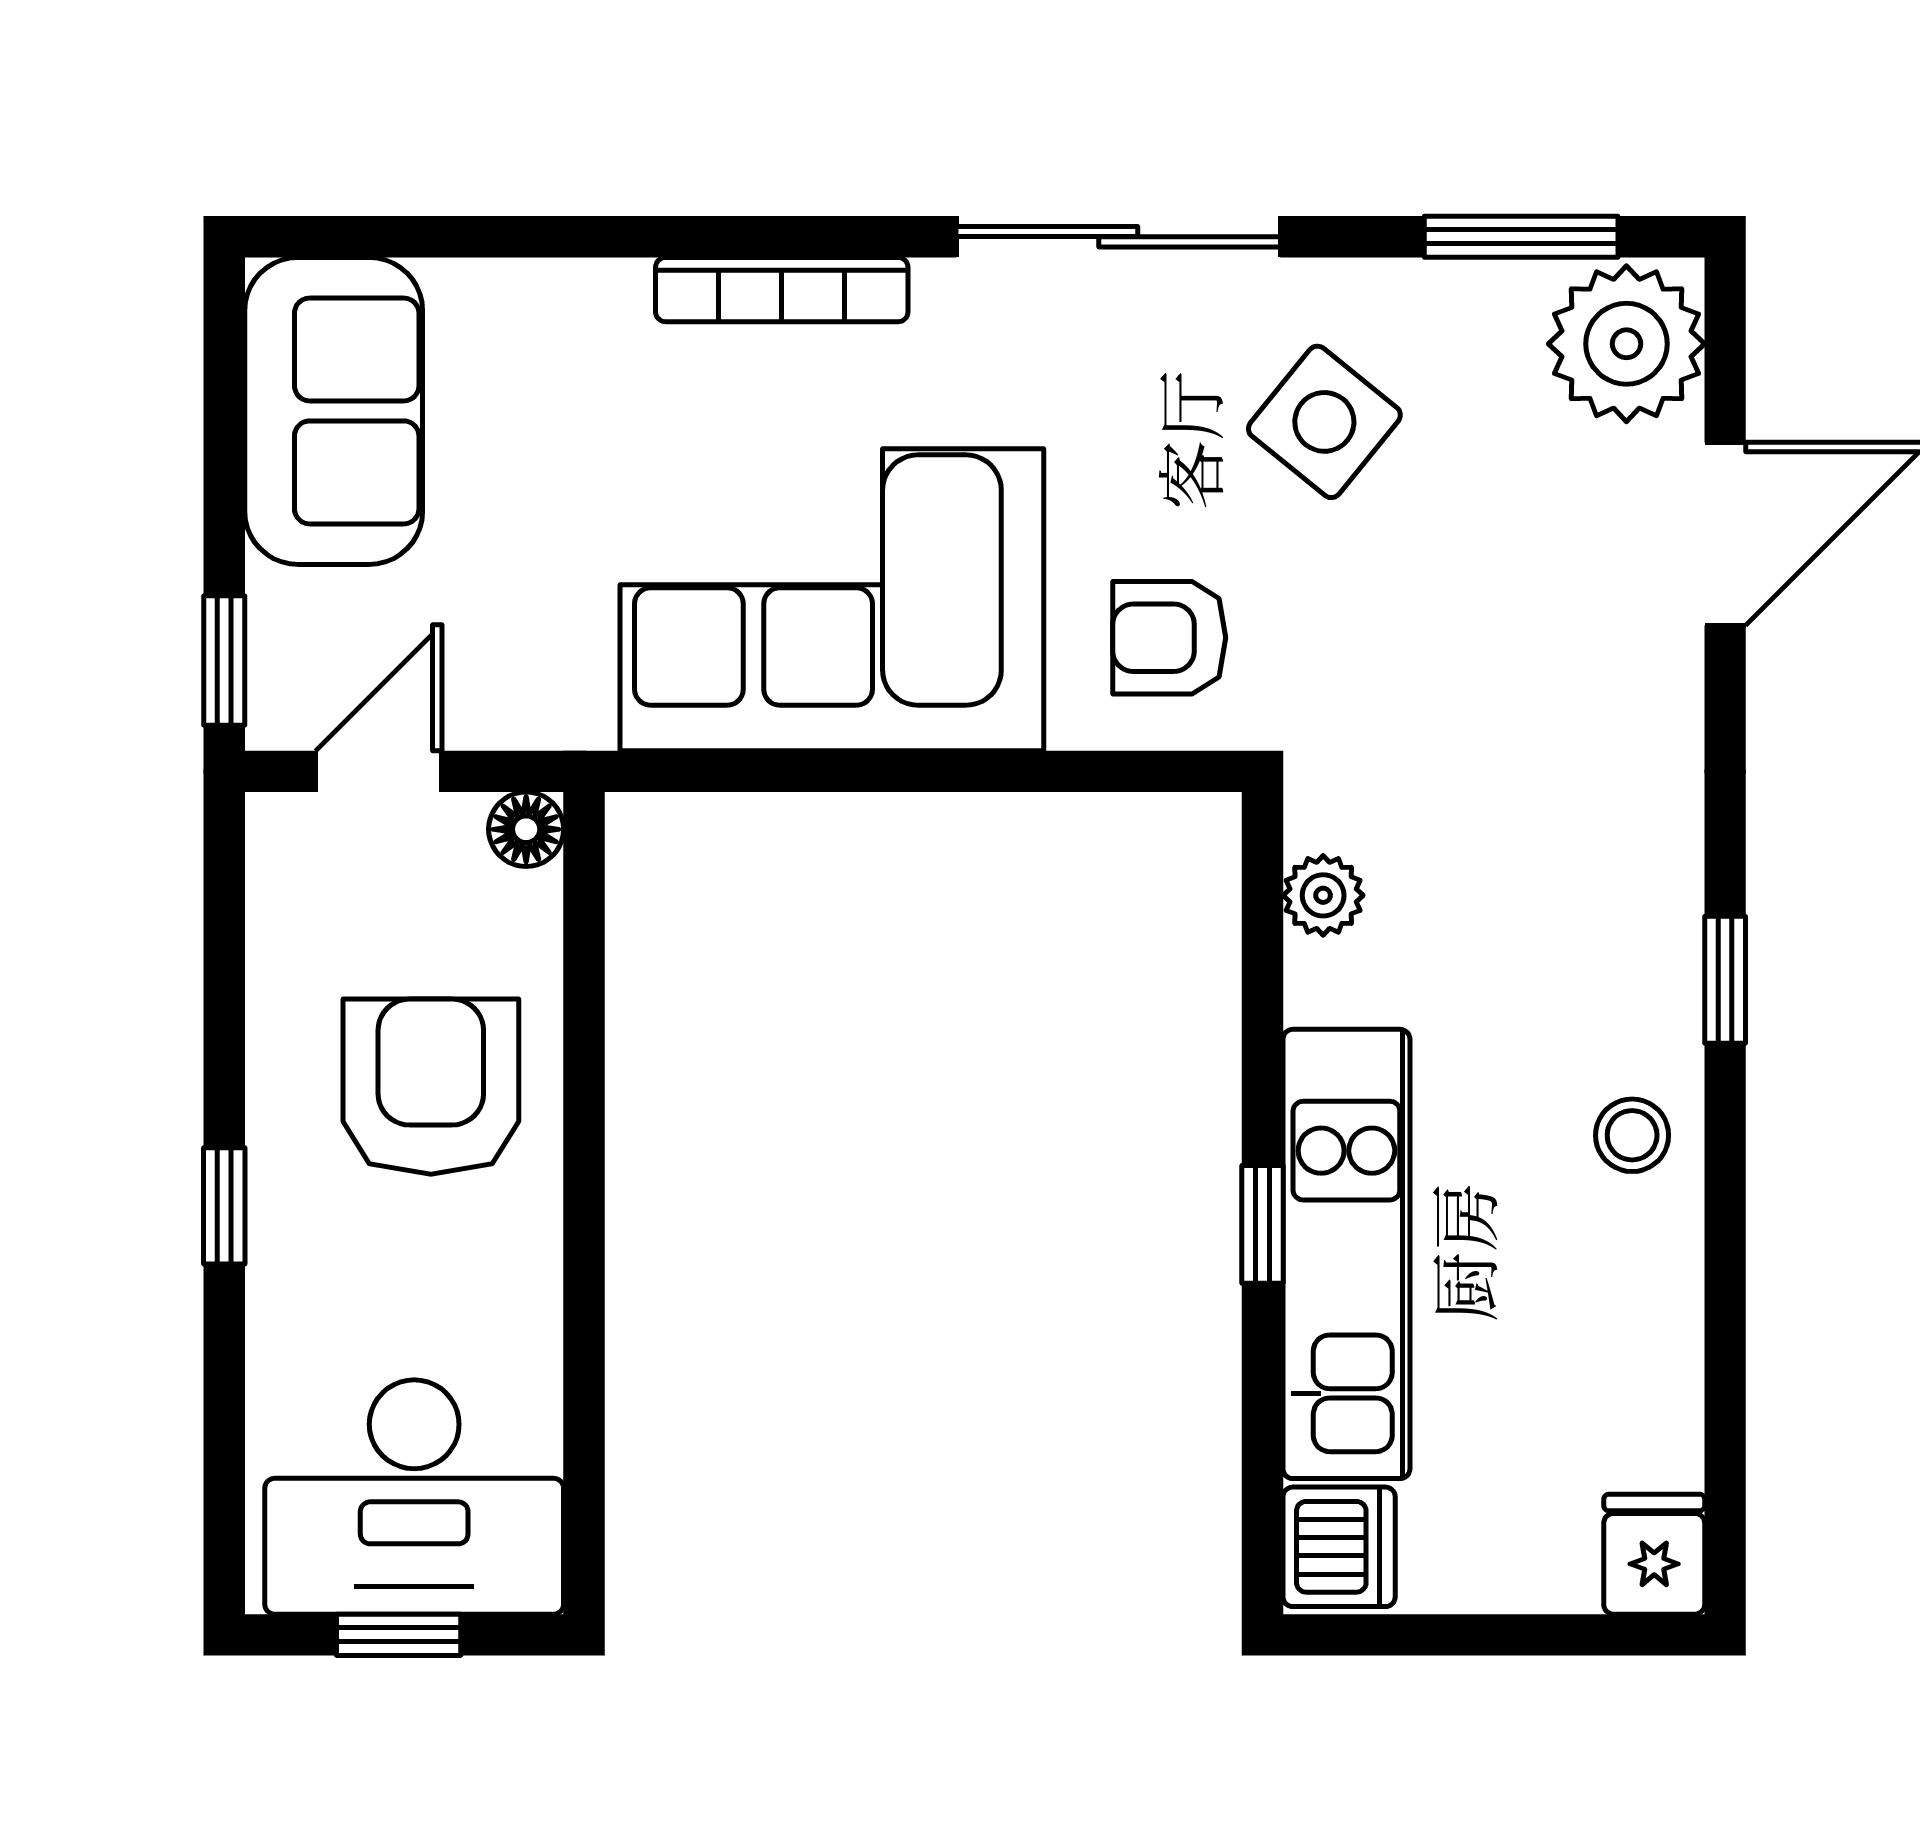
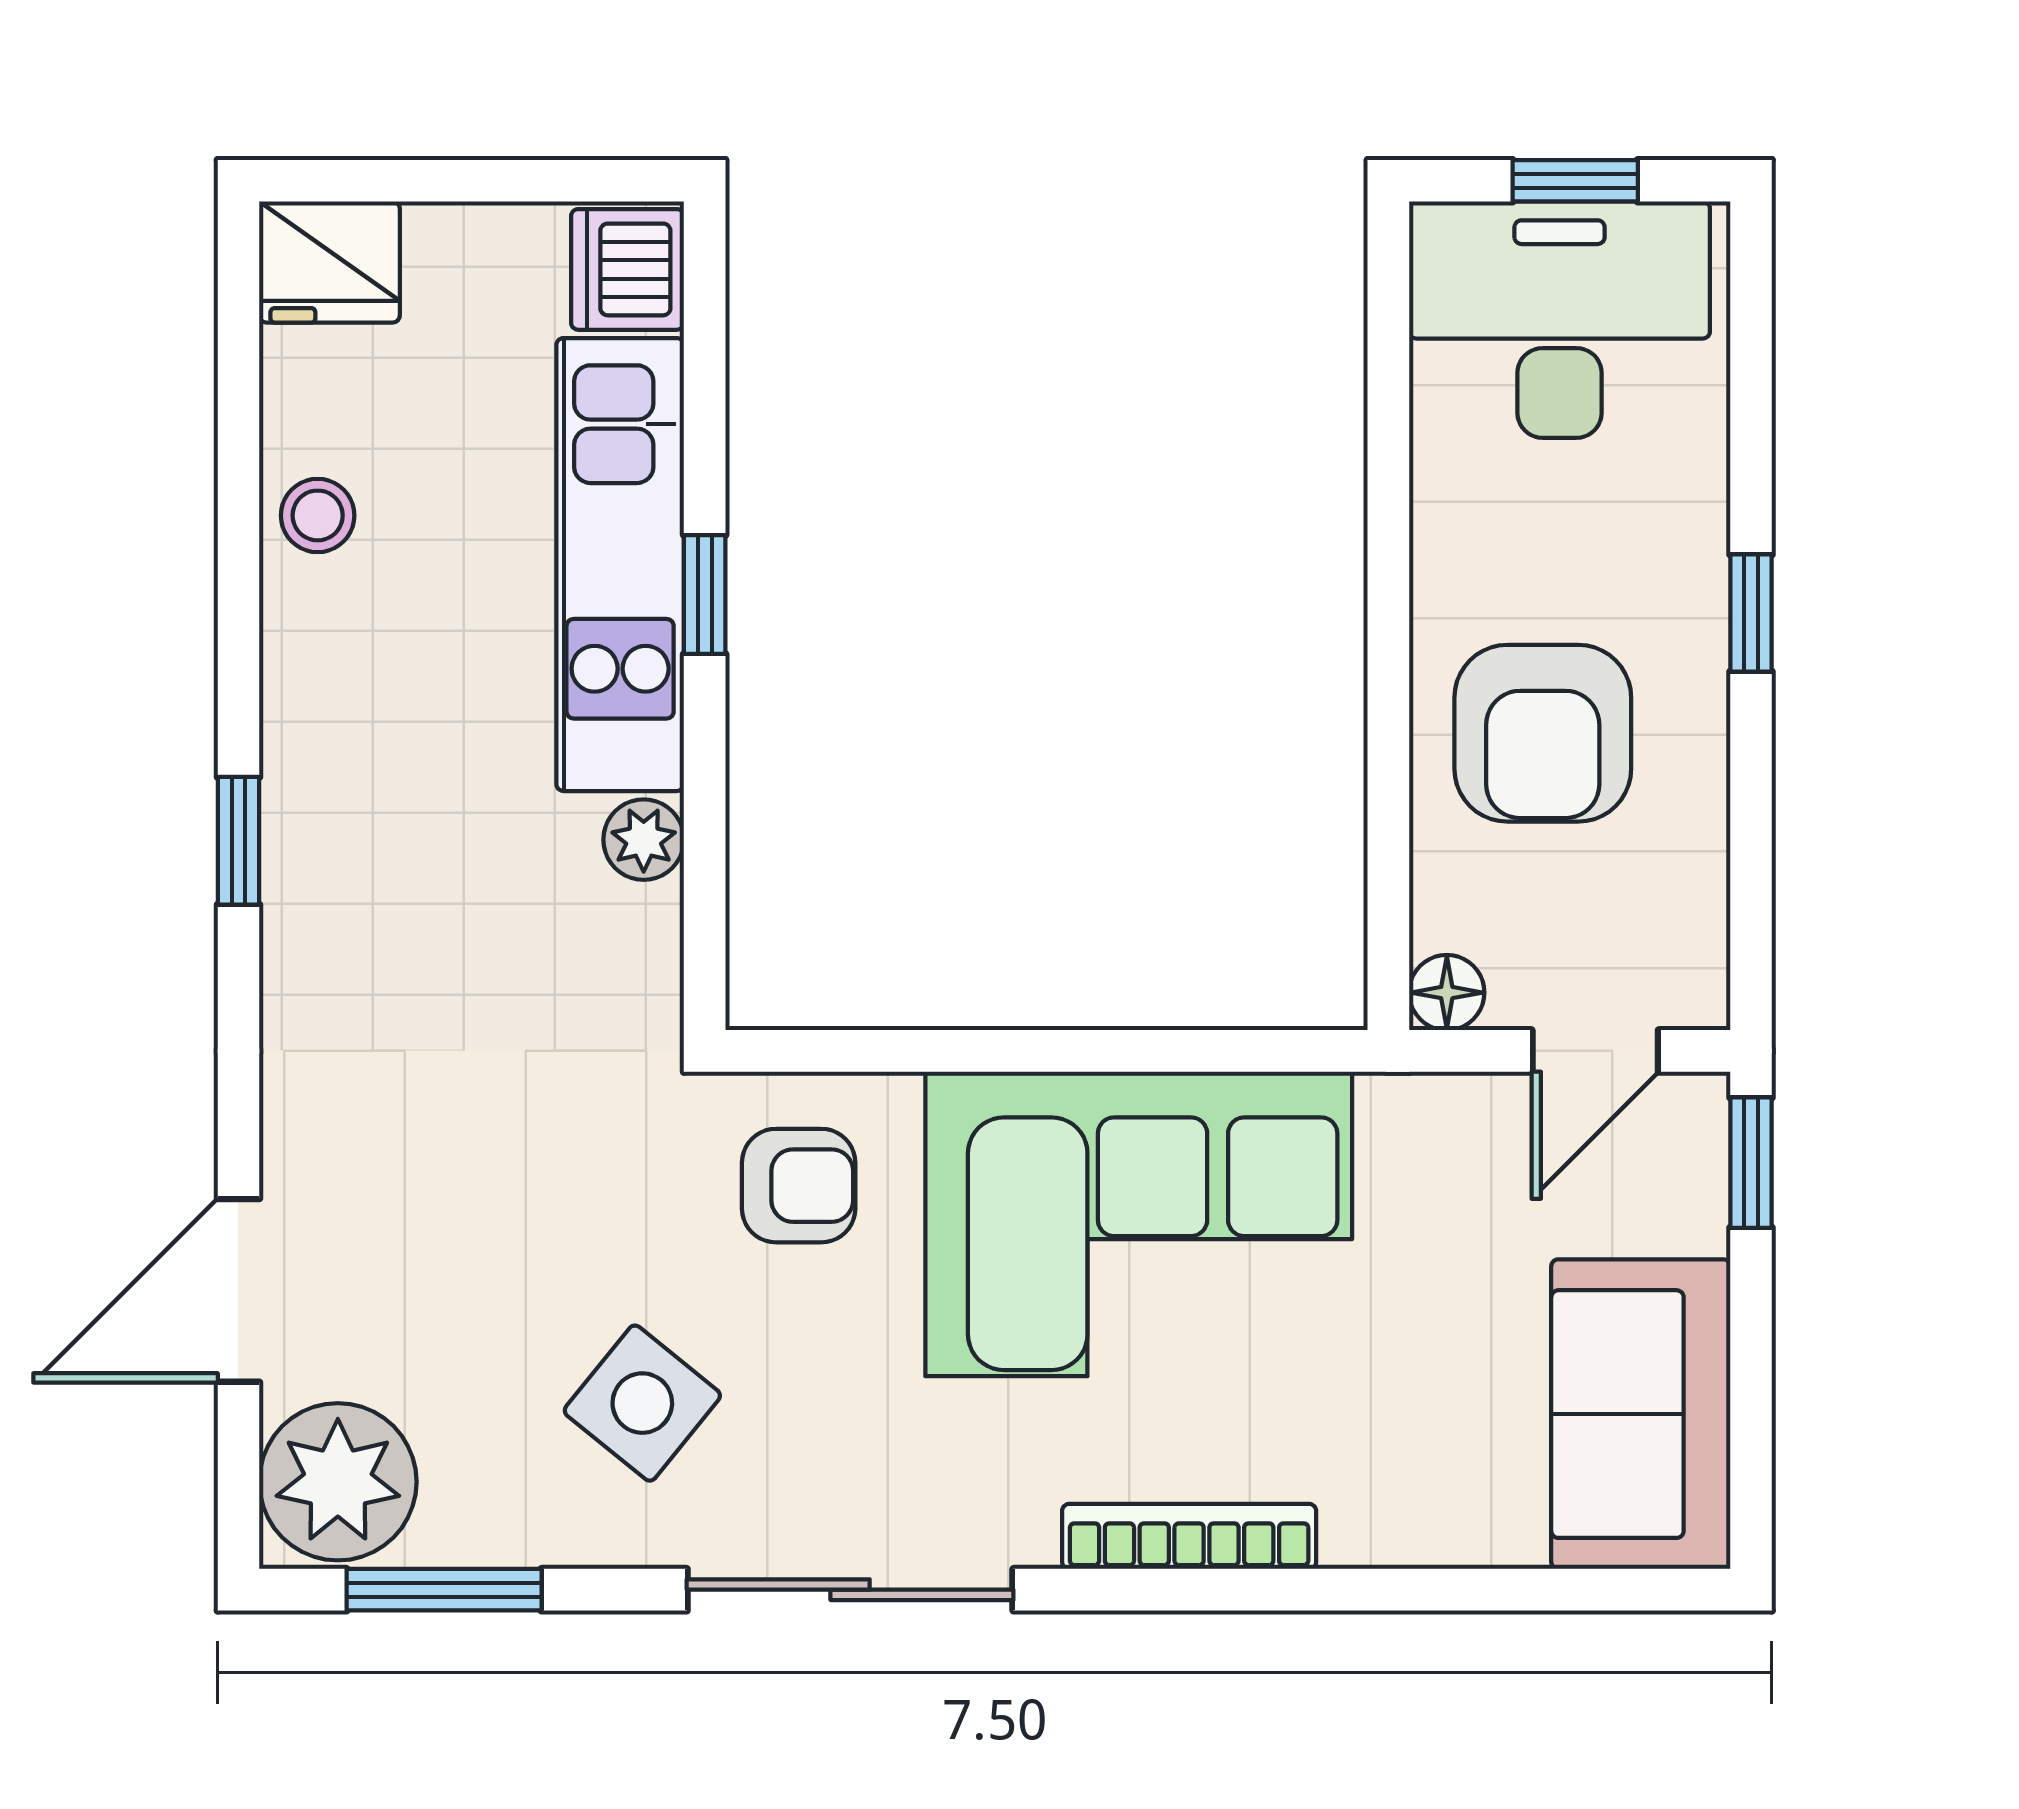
plant: (1323, 895) -> (644, 840), moved
stool: (1632, 1135) -> (318, 515), moved
fridge: (1654, 1554) -> (330, 262), width x1.38

